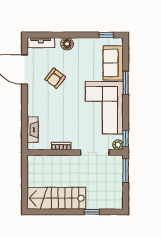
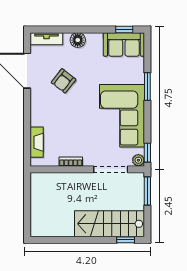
sofa: (113, 63) -> (124, 44), moved, turned -90
stairs: (56, 198) -> (110, 224), moved
window: (92, 212) -> (126, 240), moved

